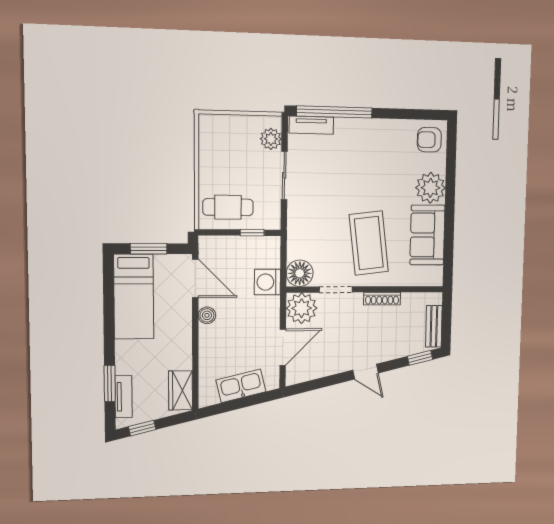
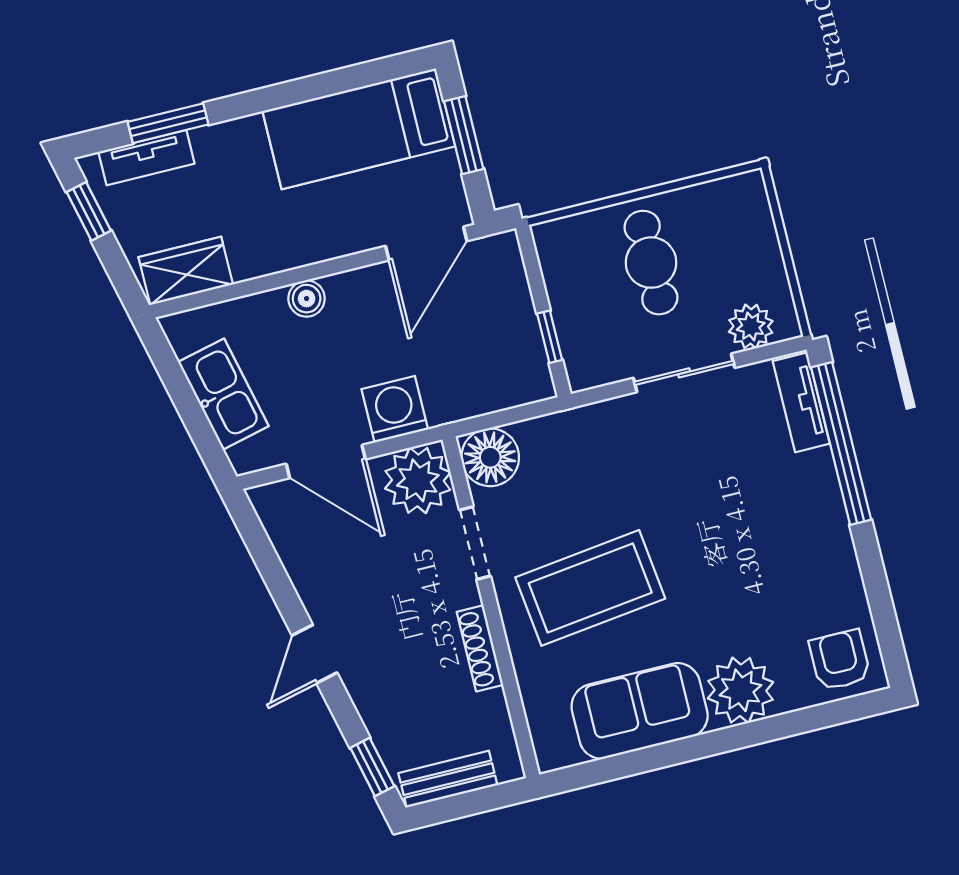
cafe table: (228, 207) -> (651, 263), moved
washing machine: (267, 282) -> (395, 409), moved
boiler: (207, 315) -> (307, 299), moved

